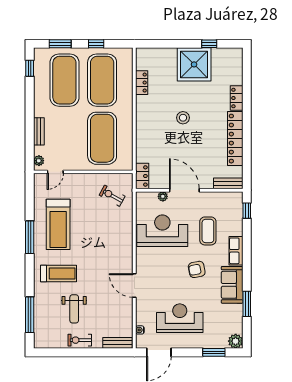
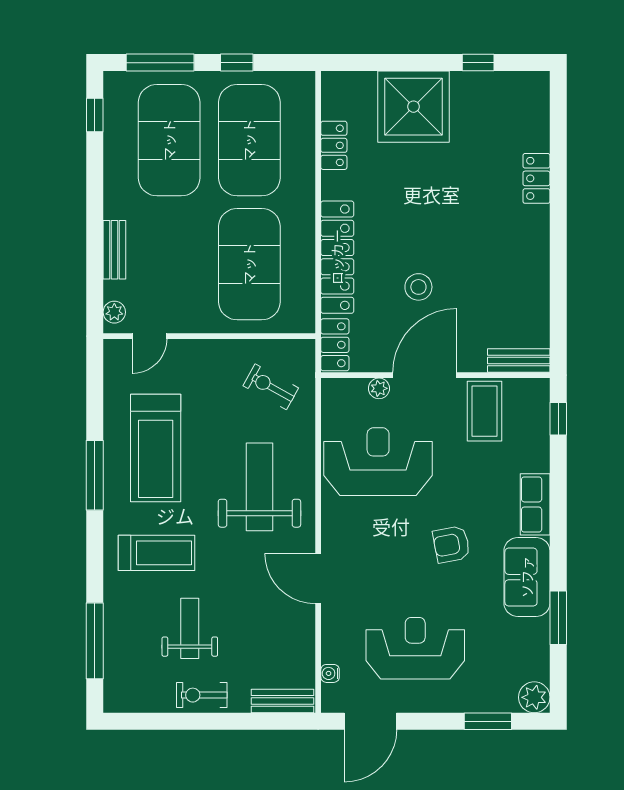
window: (60, 44) -> (160, 63), width x1.44
shower: (194, 64) -> (413, 107), moved
stool: (183, 118) -> (418, 287), moved
locker: (235, 139) -> (337, 257), moved, turned 180
door: (184, 190) -> (425, 375), hinge flipped
coffee table: (208, 231) -> (485, 411), moved
weight bench: (107, 243) -> (259, 487), added
weight bench: (74, 309) -> (190, 628), turned 180

